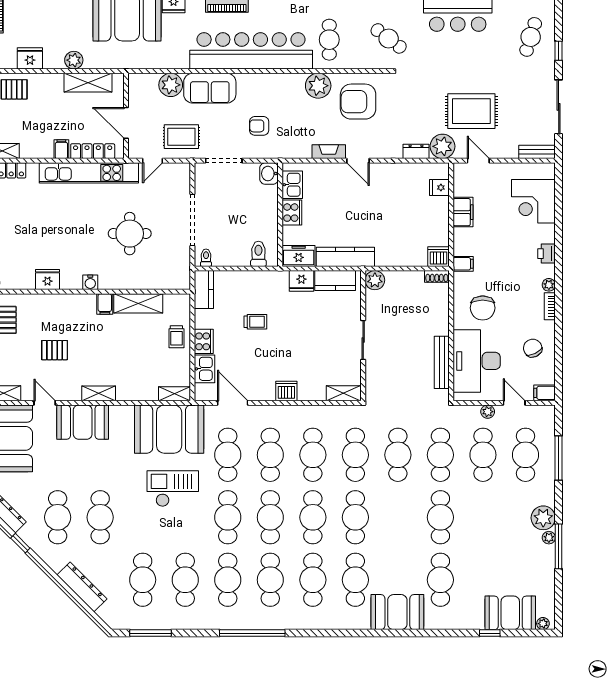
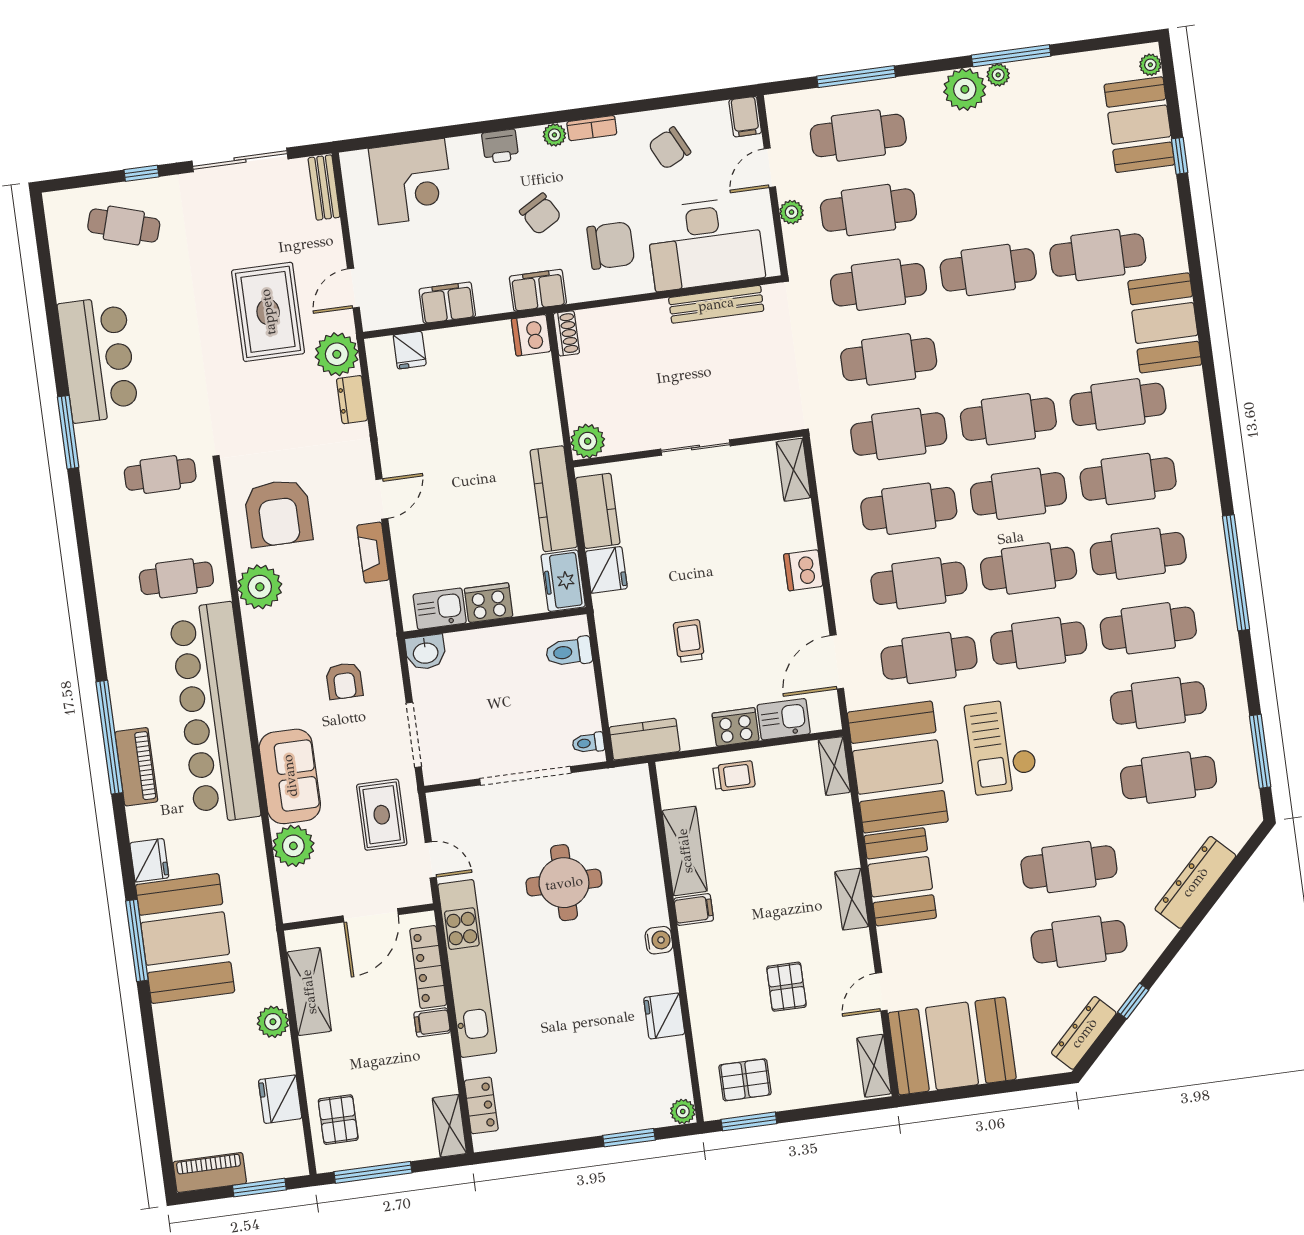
cafe table: (389, 38) -> (160, 474), turned 53
filing cabinet: (463, 264) -> (538, 290), width x2.00
chair: (506, 271) -> (540, 214), added
booth: (83, 422) -> (900, 877), moved

